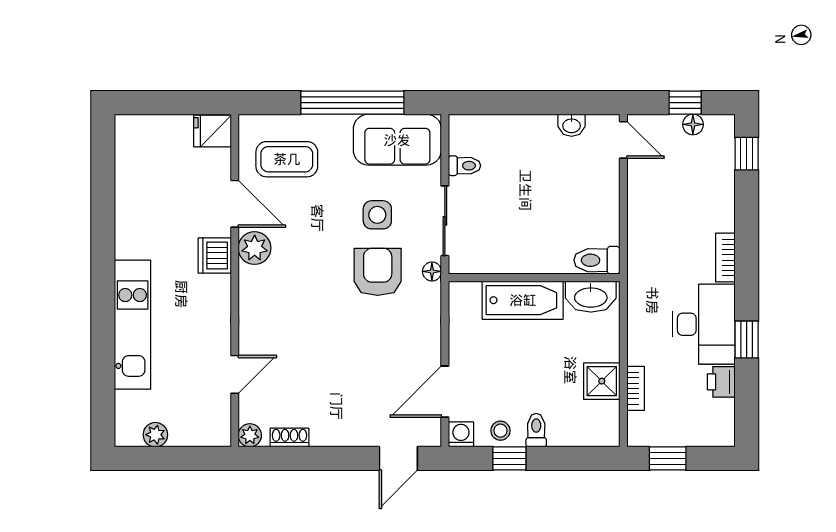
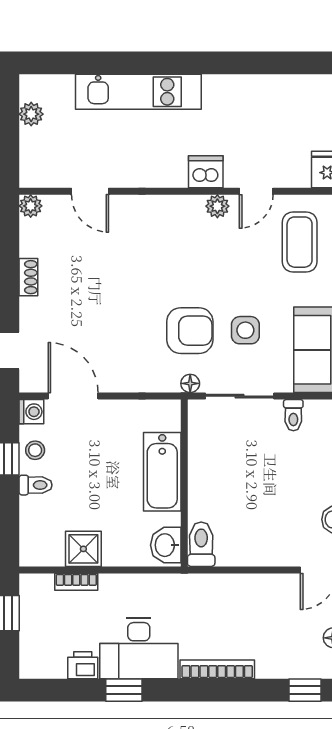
door: (235, 204) -> (256, 191), width x0.73
plant: (255, 248) -> (217, 206), width x0.73, depth x0.73
bookcase: (725, 257) -> (217, 669), width x1.56
washbasin: (591, 297) -> (166, 545), width x0.72
shoe rack: (290, 438) -> (28, 277), moved

